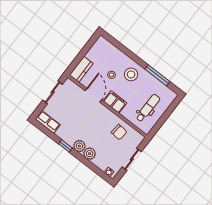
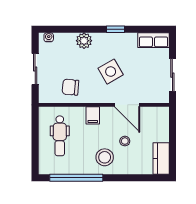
kitchen counter: (81, 69) -> (161, 158), moved
window: (157, 75) -> (76, 178), width x1.46
filing cabinet: (115, 102) -> (93, 115), width x0.50
side table: (88, 123) -> (111, 72), added
plant: (79, 146) -> (101, 40), removed

